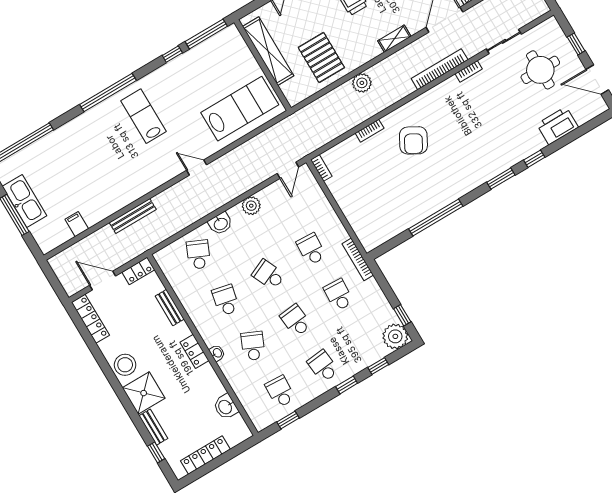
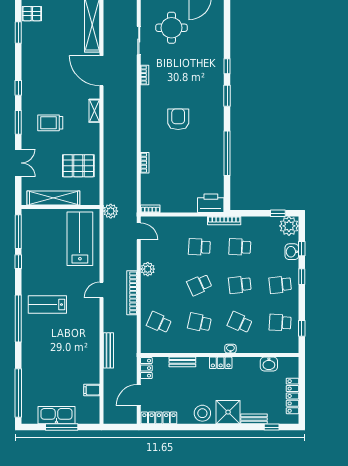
bookcase: (440, 69) -> (132, 293), moved
plant: (362, 83) -> (111, 211), moved
printer: (557, 126) -> (211, 203), moved, turned 90
armchair: (413, 140) -> (178, 119), moved, turned -119
washbasin: (221, 224) -> (292, 252), moved, turned 180

